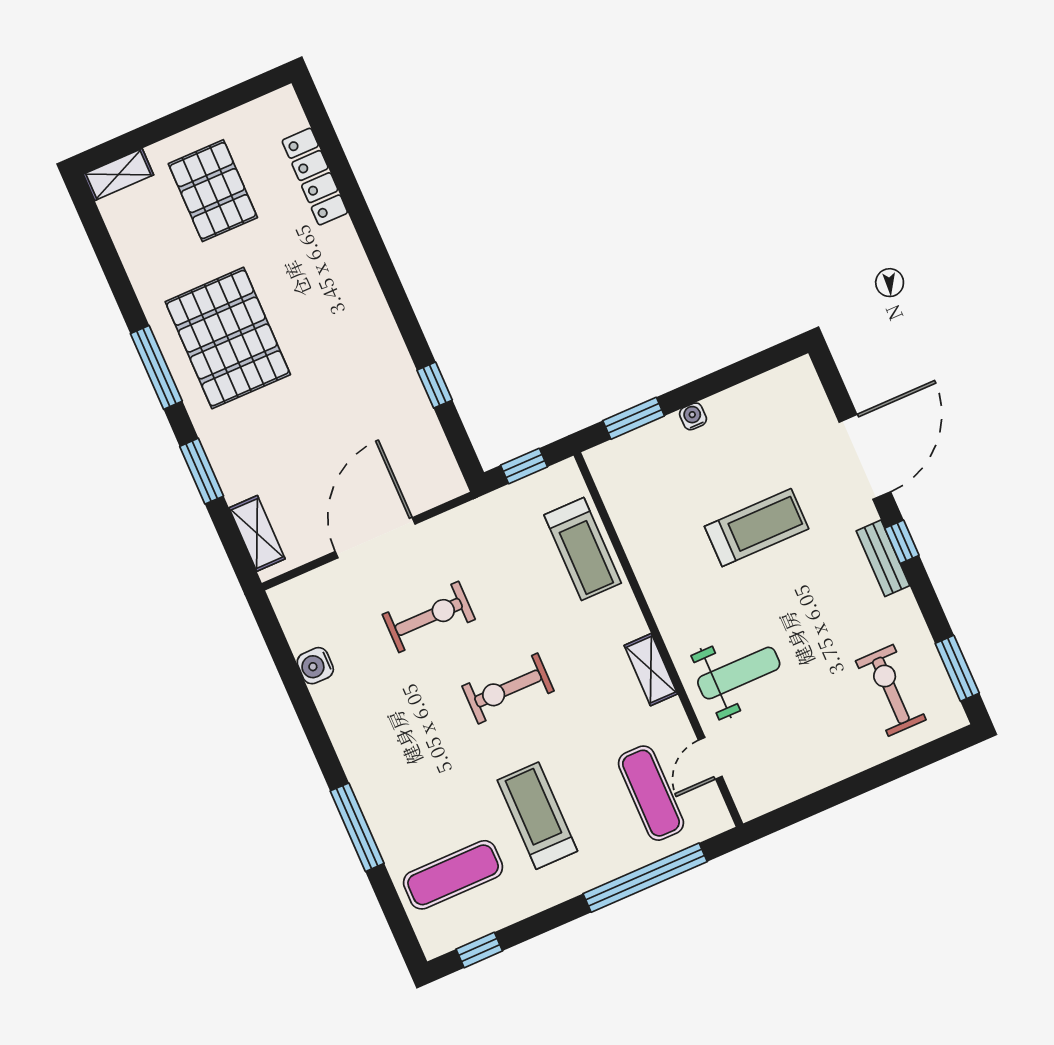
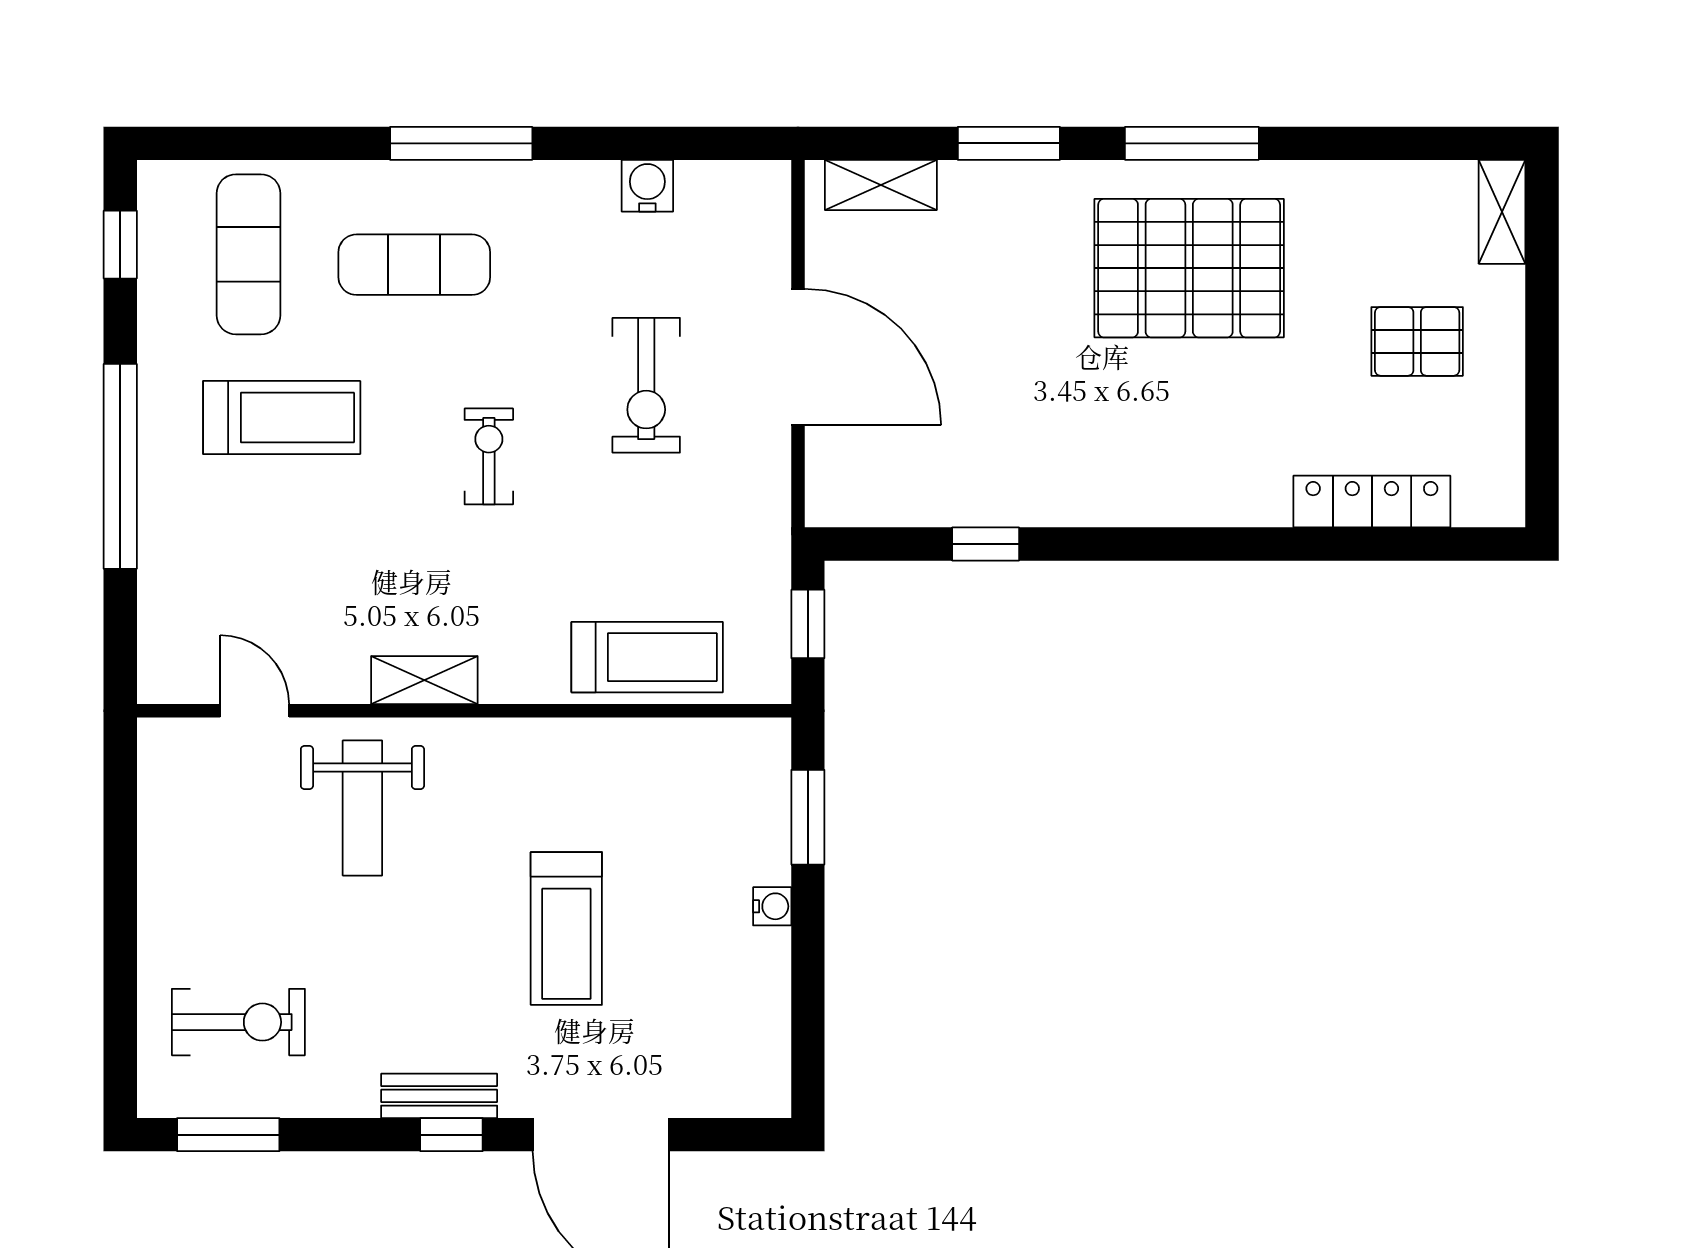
pallet: (213, 191) -> (1417, 341), width x0.67, depth x0.71
treadmill: (583, 549) -> (647, 657), turned 180
exercise bike: (508, 689) -> (489, 456), width x0.73, depth x0.72
exercise mat: (651, 793) -> (414, 265), moved
window: (357, 827) -> (461, 143), moved
window: (645, 878) -> (120, 466), moved

